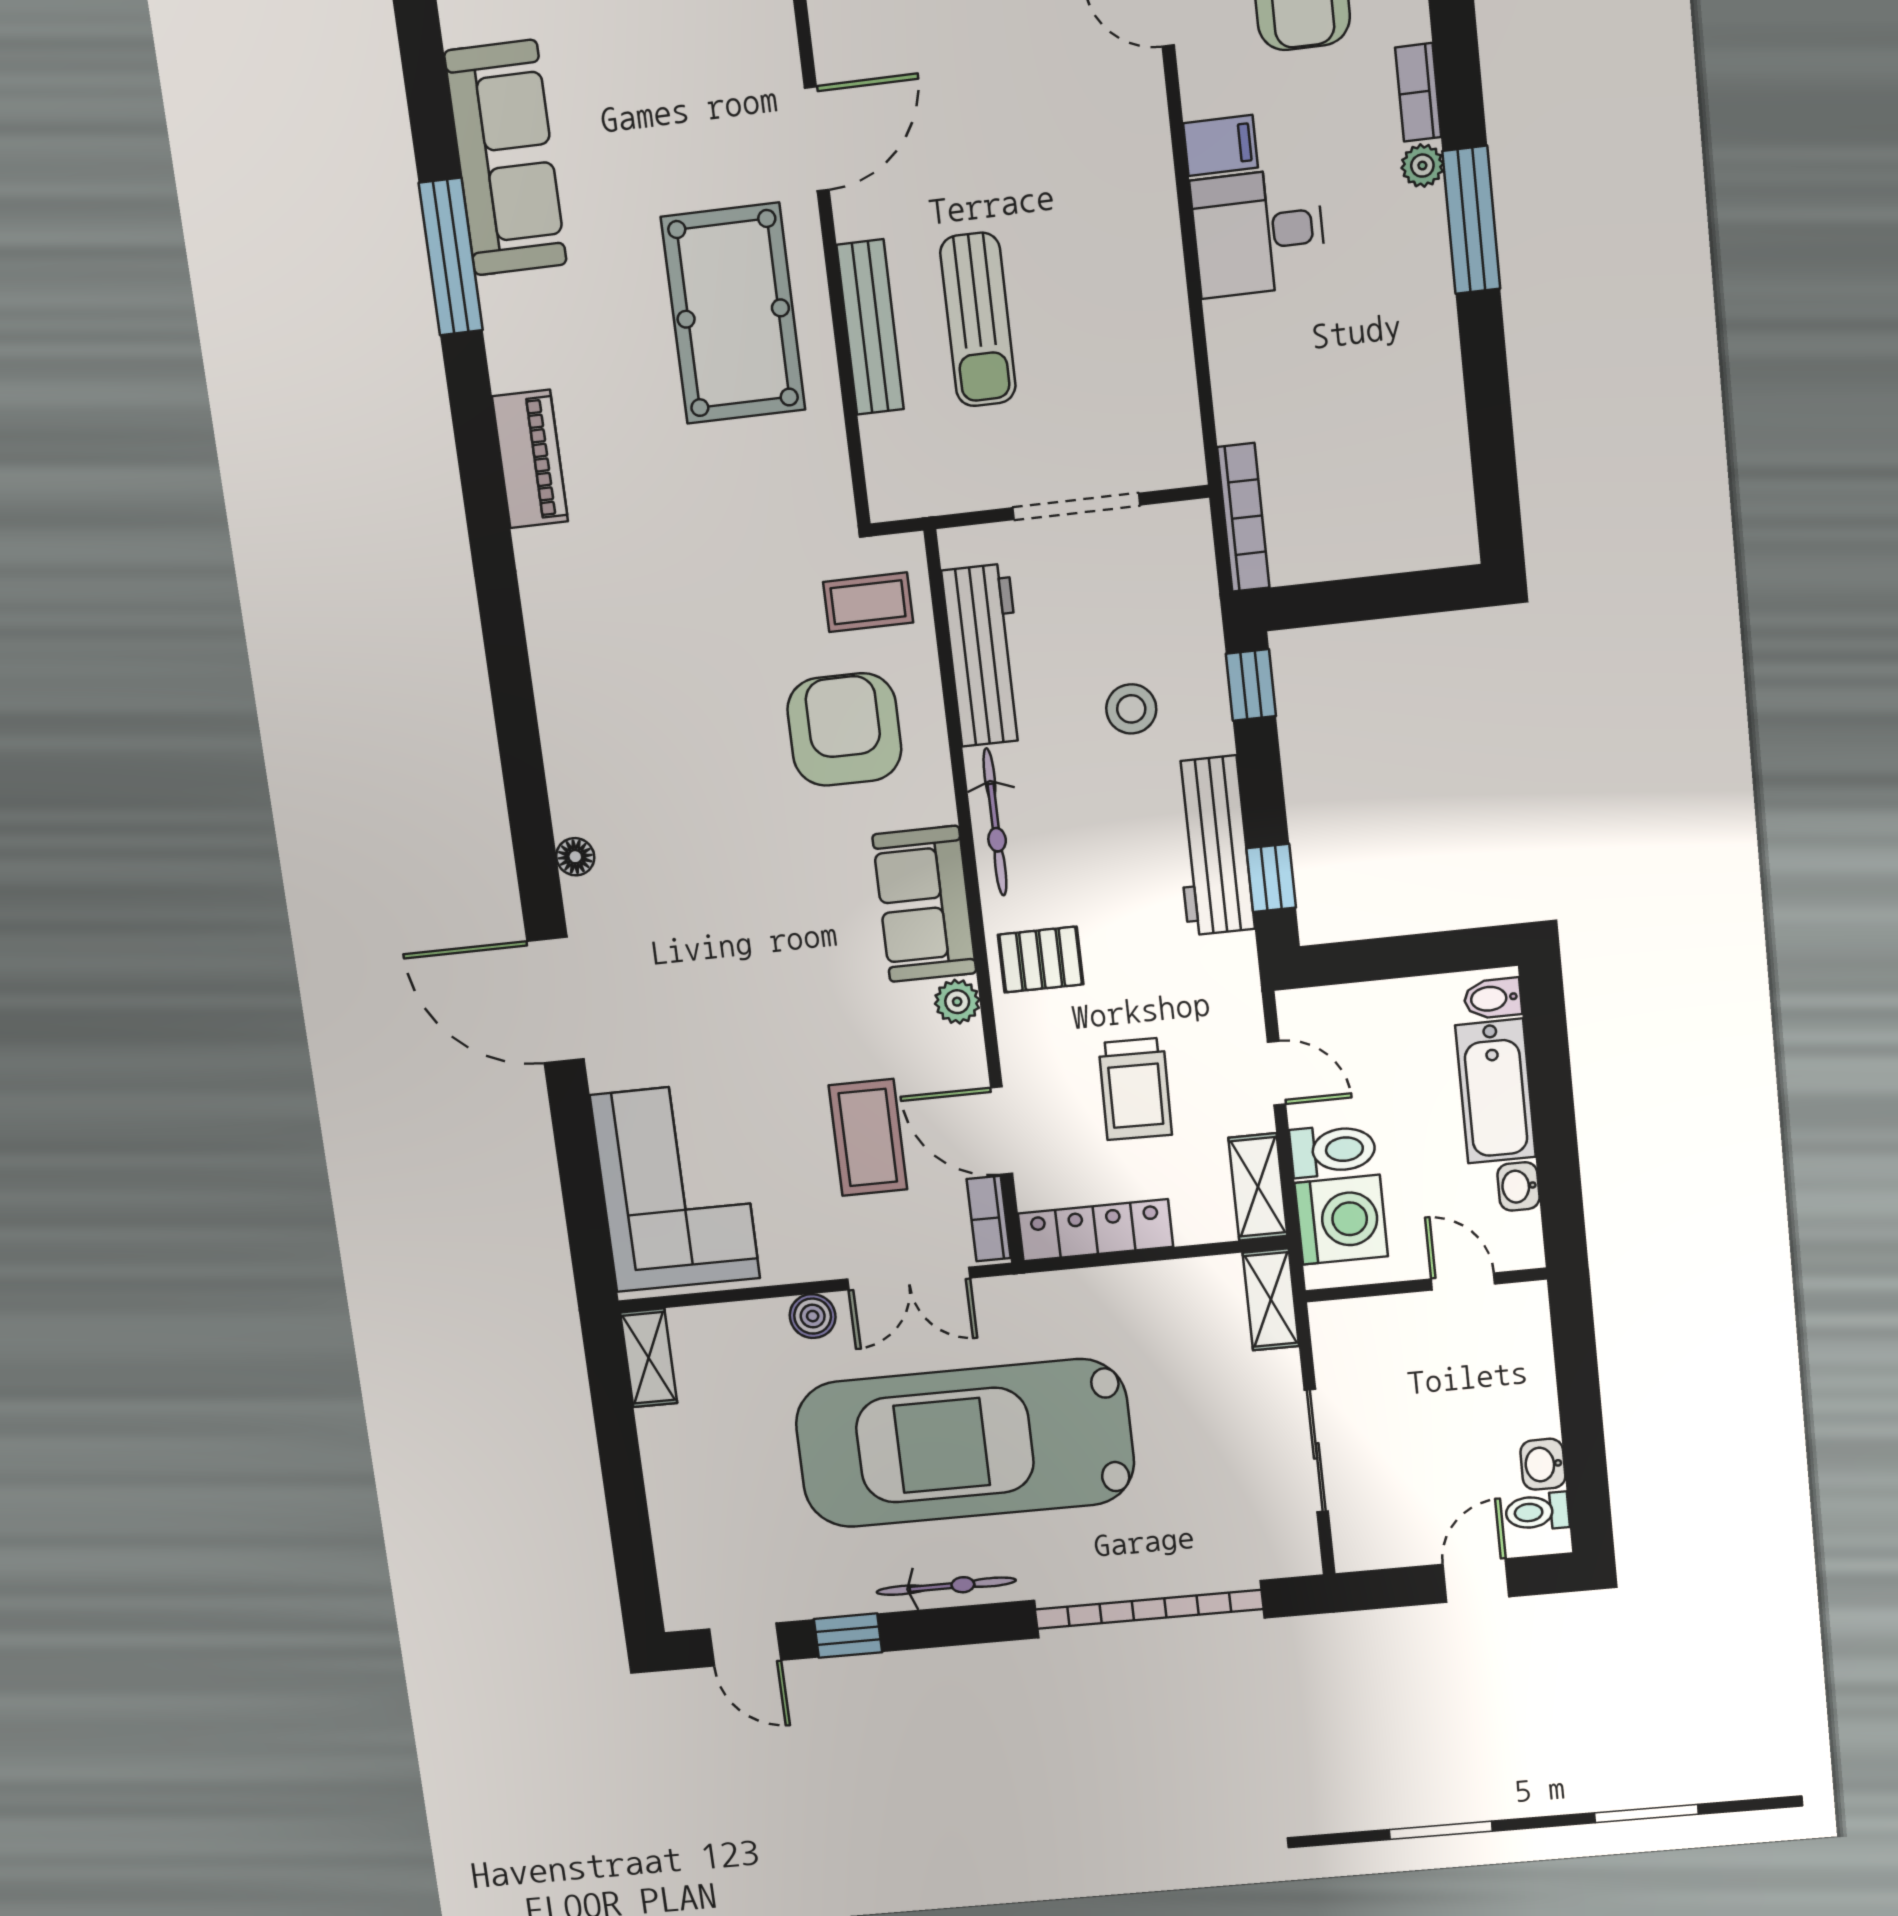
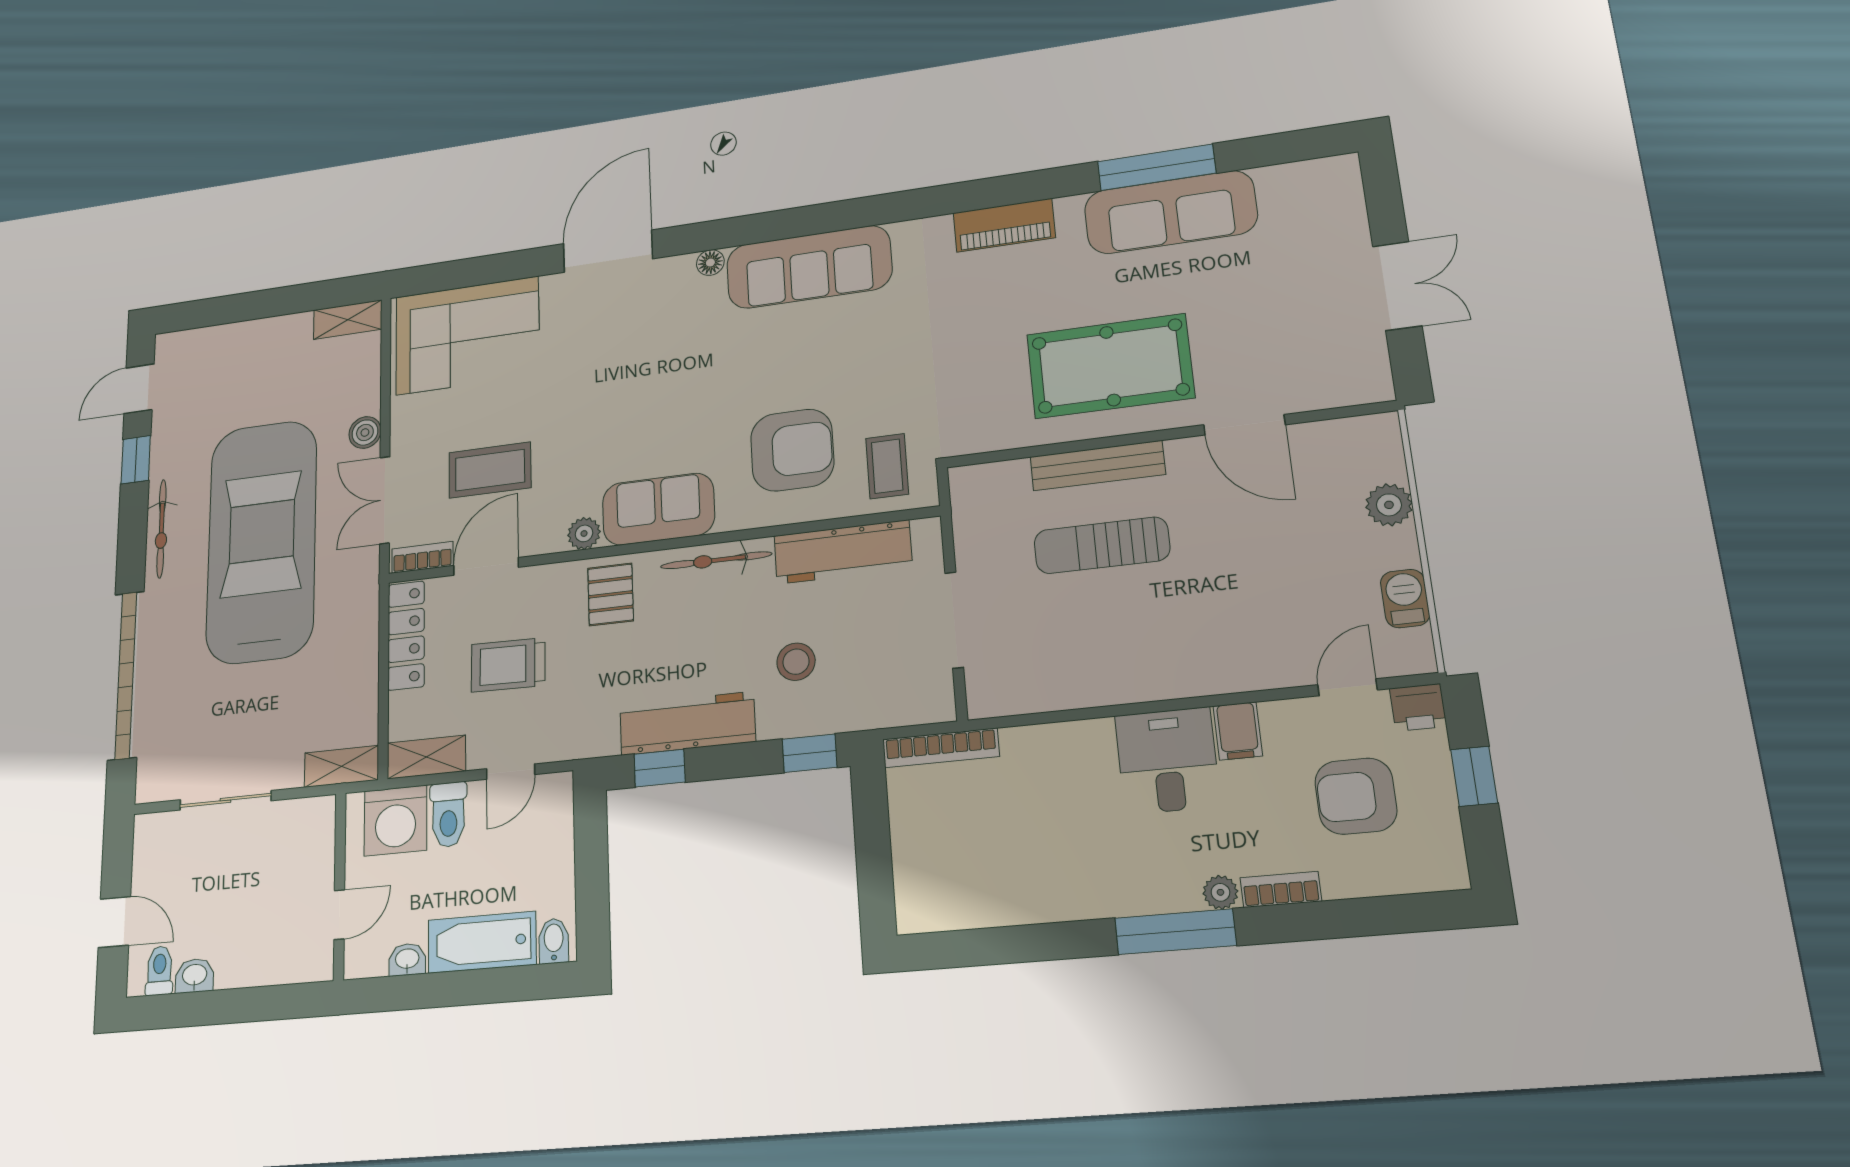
sofa: (505, 158) -> (1170, 212), moved
sofa: (585, 721) -> (809, 267), added

